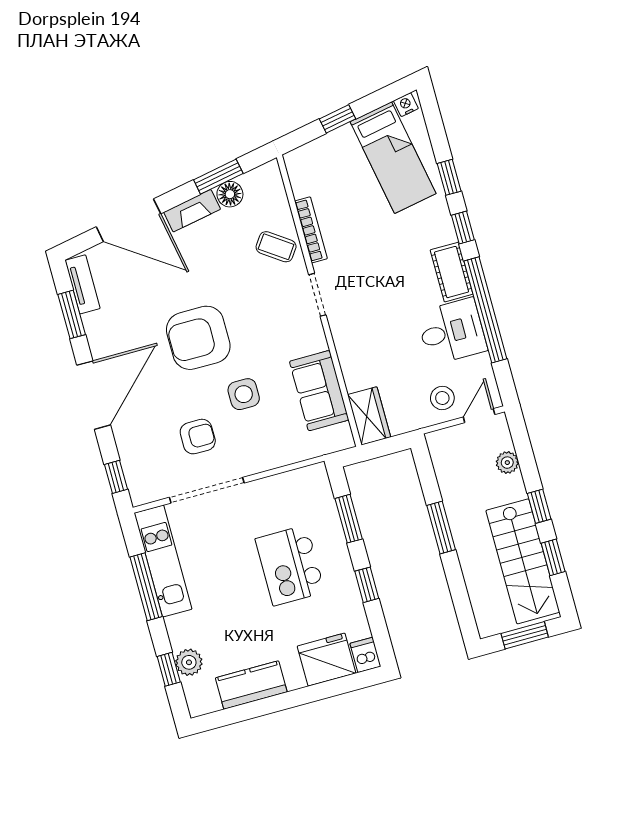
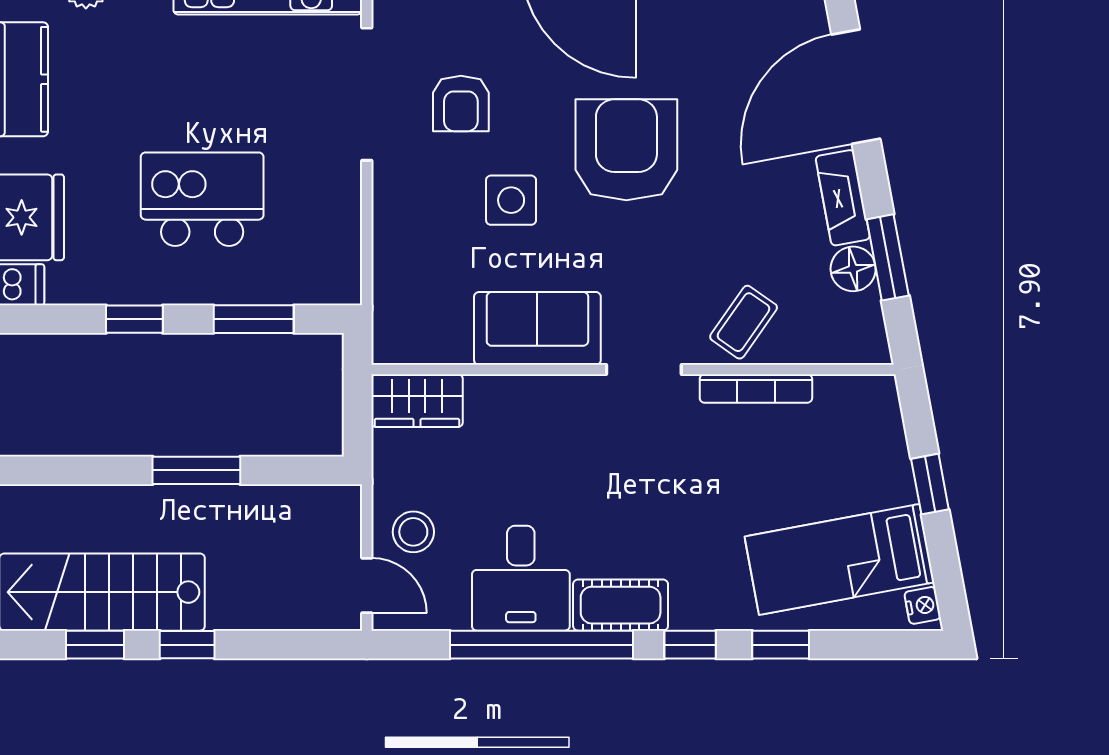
sofa: (319, 391) -> (537, 328), moved
plant: (507, 463) -> (275, 611), removed

